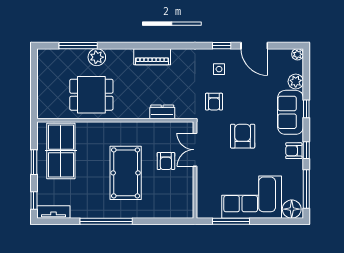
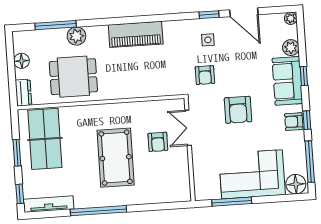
piano: (152, 57) -> (136, 34), width x1.37, depth x1.33
floor lamp: (44, 77) -> (22, 61), added
dresser: (162, 112) -> (23, 93), moved, turned 90
armchair: (243, 136) -> (238, 110), turned 180
tv unit: (53, 212) -> (49, 204), width x1.41

